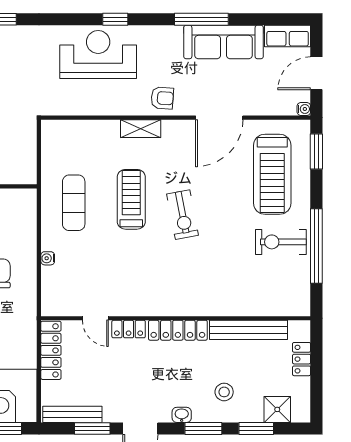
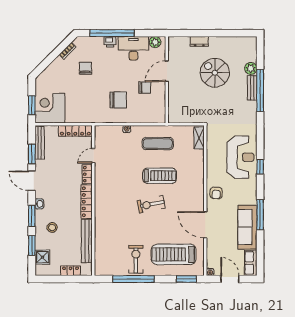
shelving: (141, 129) -> (199, 138), moved

